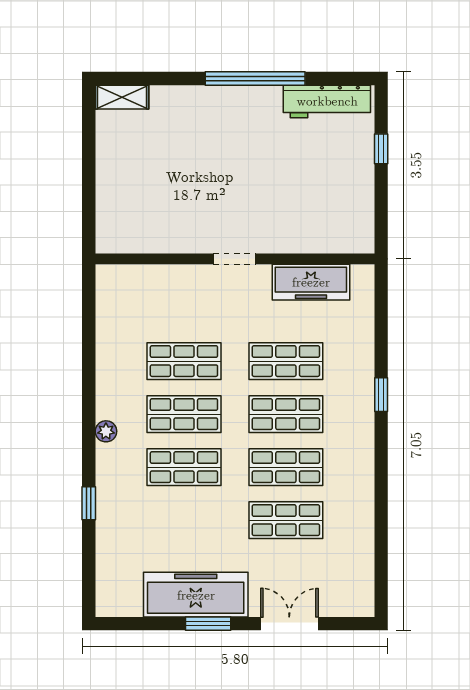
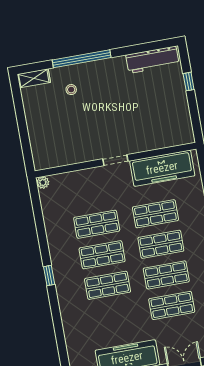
window: (255, 78) -> (82, 59), moved
stool: (181, 127) -> (71, 90), added
freezer: (311, 282) -> (162, 168), width x1.36, depth x1.26
plant: (106, 431) -> (43, 182), moved
window: (89, 503) -> (49, 275), moved

